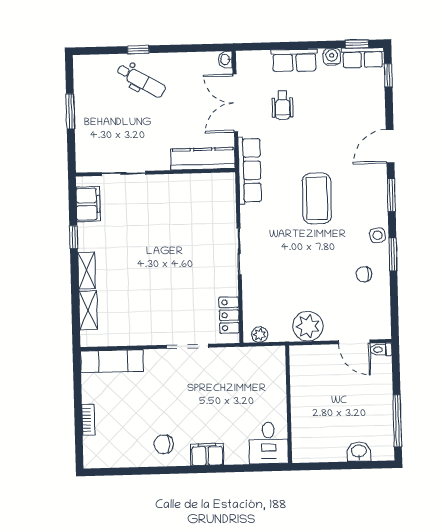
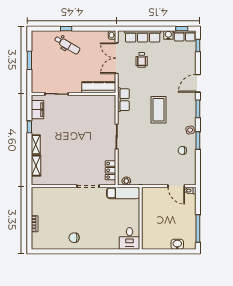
row of seats: (294, 60) -> (143, 36), width x1.48
row of seats: (250, 170) -> (123, 100), width x0.68
plant: (308, 326) -> (152, 177), removed
exam couch: (112, 361) -> (123, 193), moved
filing cabinet: (207, 454) -> (97, 244), removed

